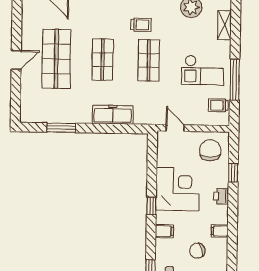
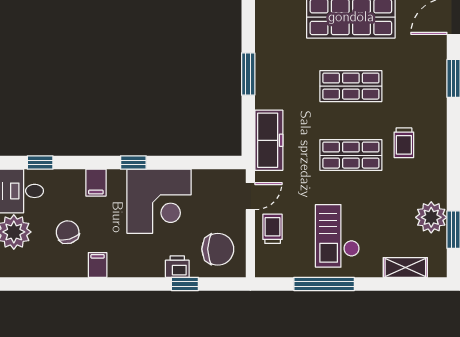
trolley: (218, 105) -> (273, 229), moved
freezer: (113, 115) -> (269, 140), moved
window: (61, 128) -> (248, 74), moved
printer: (221, 196) -> (177, 267), moved

